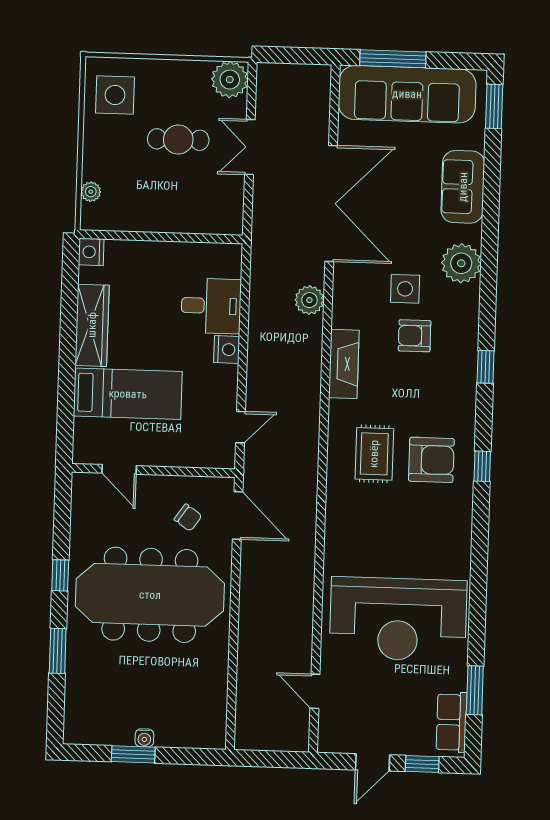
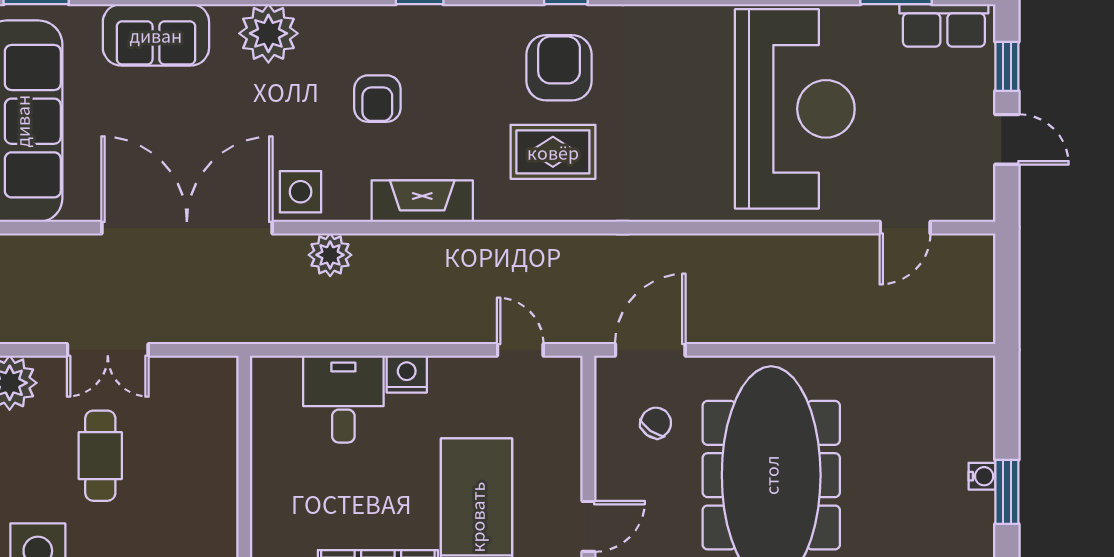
side table: (405, 289) -> (301, 192), moved

